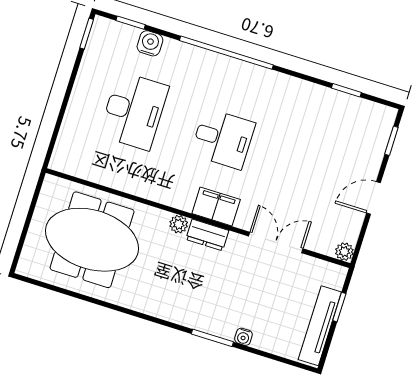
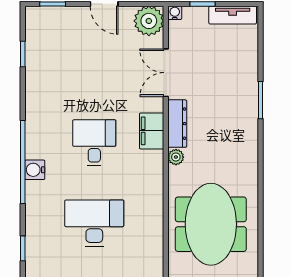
water cooler: (150, 43) -> (35, 170), moved
dresser: (207, 235) -> (177, 124), width x1.44
plant: (344, 252) -> (149, 21), width x1.88, depth x1.88
tv unit: (320, 326) -> (233, 15), width x0.71
water cooler: (243, 337) -> (175, 13), moved, turned -90

